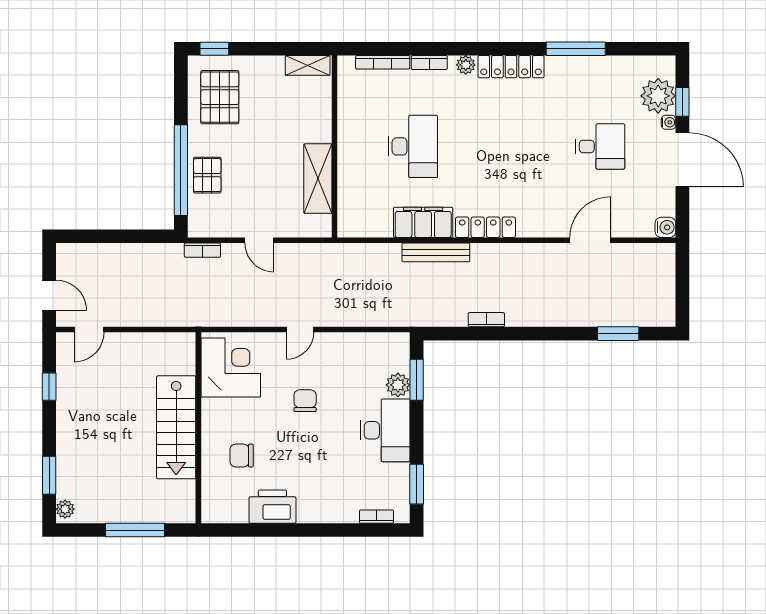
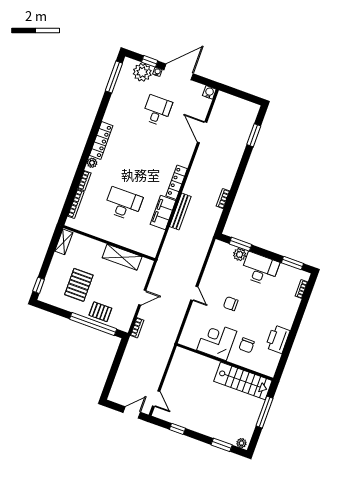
window: (576, 49) -> (114, 77), moved
pallet: (220, 97) -> (79, 285), moved, turned 90
corner desk: (231, 367) -> (217, 341), moved
stairs: (176, 427) -> (243, 381), moved

